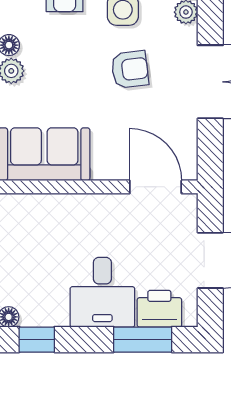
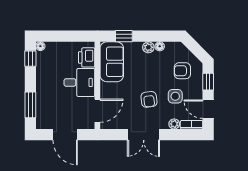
desk: (102, 292) -> (79, 82), moved, turned 180
printer: (159, 309) -> (87, 57), moved, turned 180

